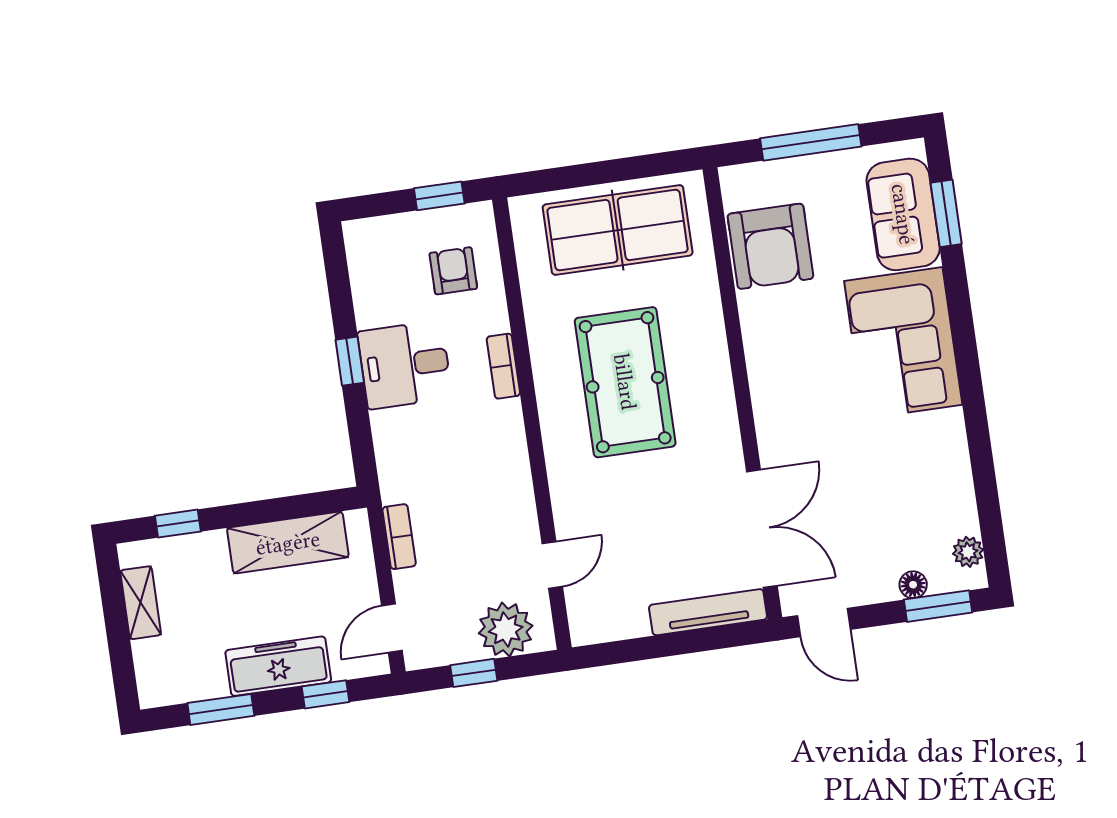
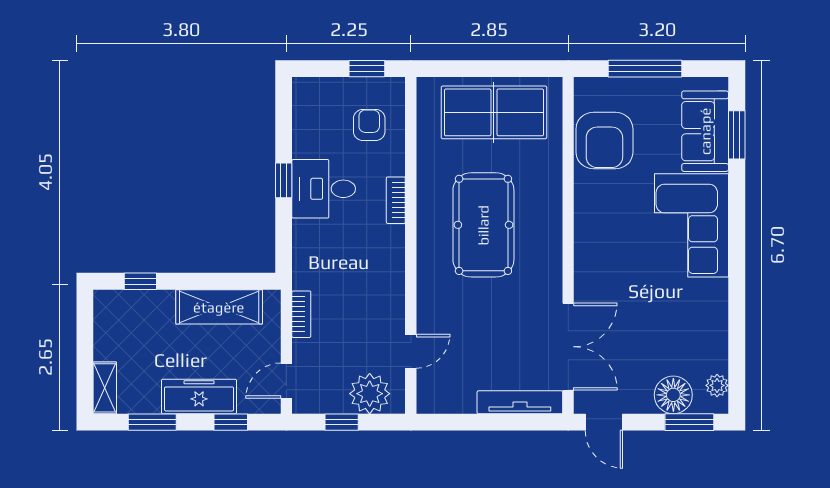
floor lamp: (913, 585) -> (673, 395), width x1.89, depth x1.89
shelving: (141, 603) -> (105, 388), moved

